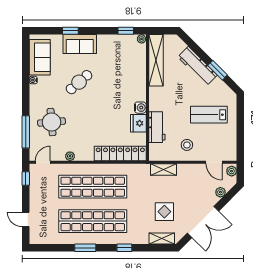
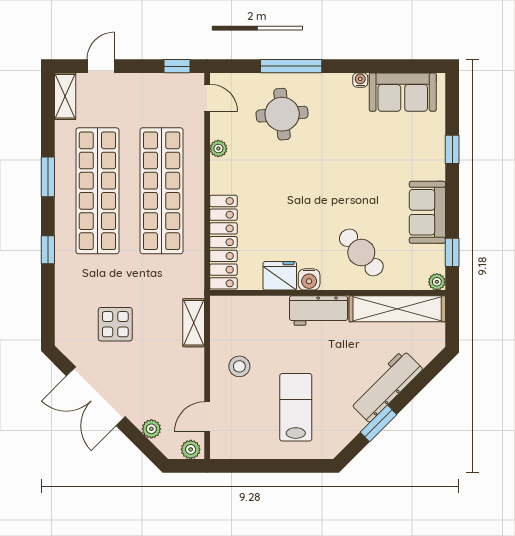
sofa: (80, 44) -> (427, 212), moved
cafe table: (79, 82) -> (361, 253), moved
workbench: (157, 127) -> (318, 311), moved
window: (26, 132) -> (291, 66), moved
shelving: (162, 239) -> (65, 96), moved

